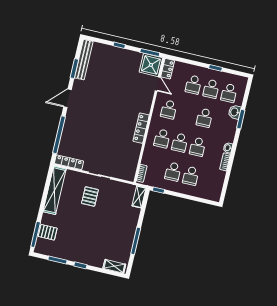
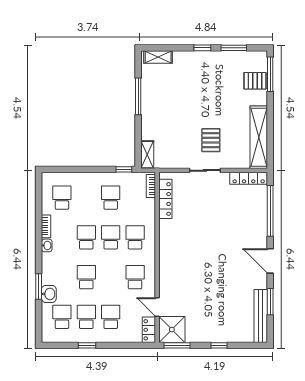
door: (67, 98) -> (270, 261), swing flipped
locker: (141, 128) -> (165, 199), moved
school desk: (191, 176) -> (62, 198), moved

